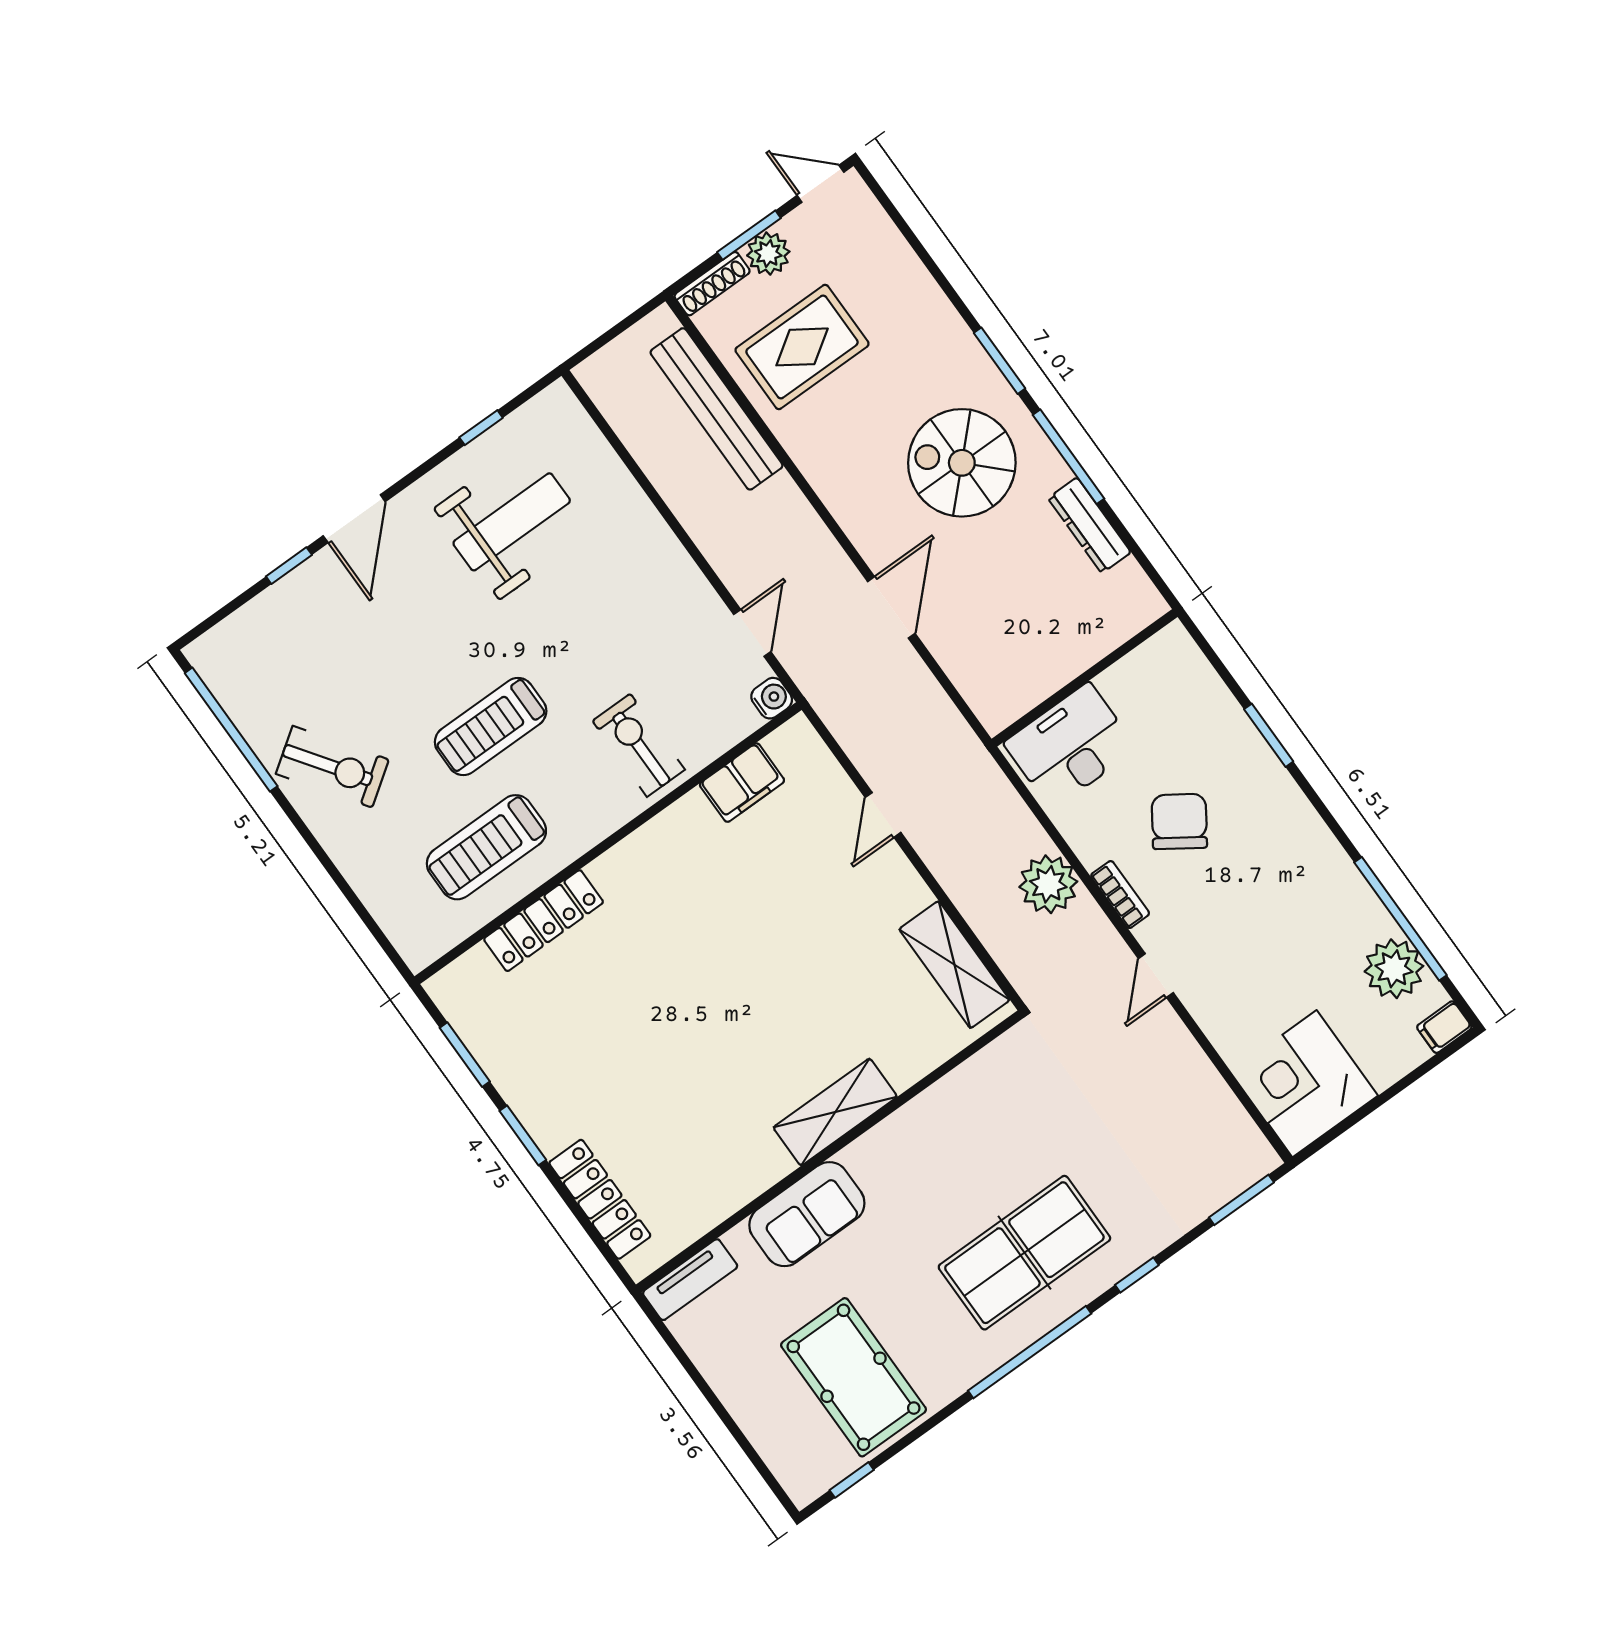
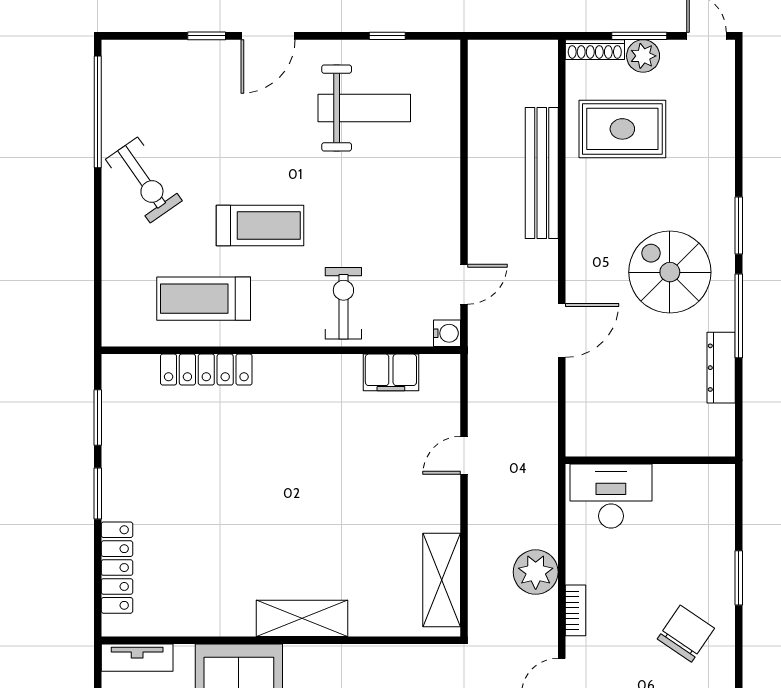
bench: (717, 409) -> (542, 173), moved
treadmill: (491, 727) -> (260, 226), turned 180
chair: (1179, 821) -> (686, 634), moved

